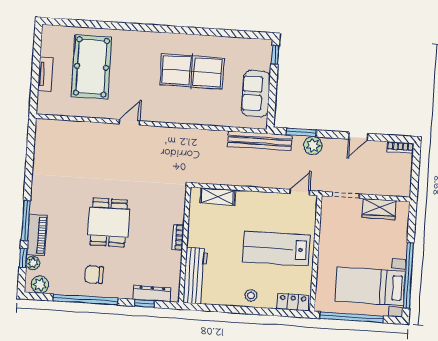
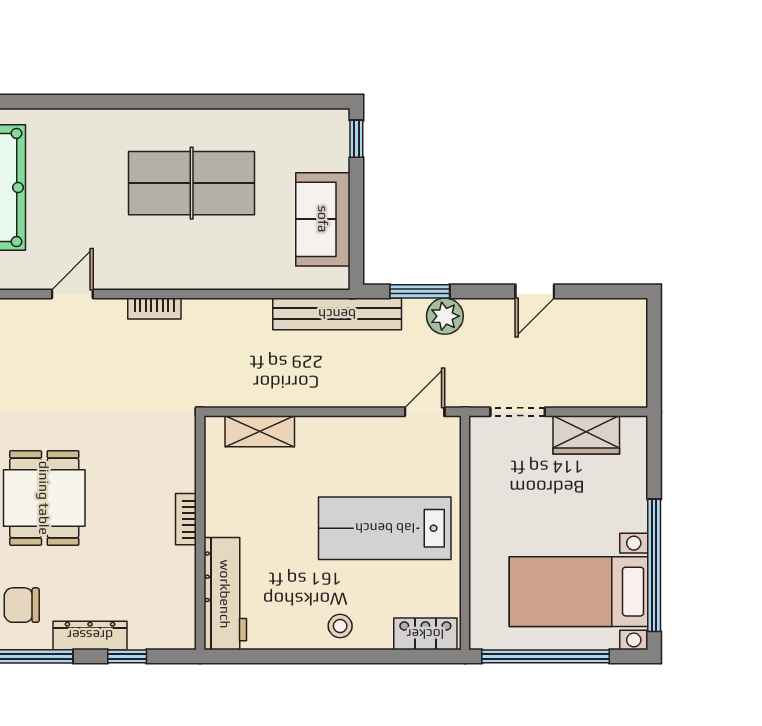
bookcase: (400, 148) -> (154, 309), moved
dresser: (152, 294) -> (90, 635), moved

